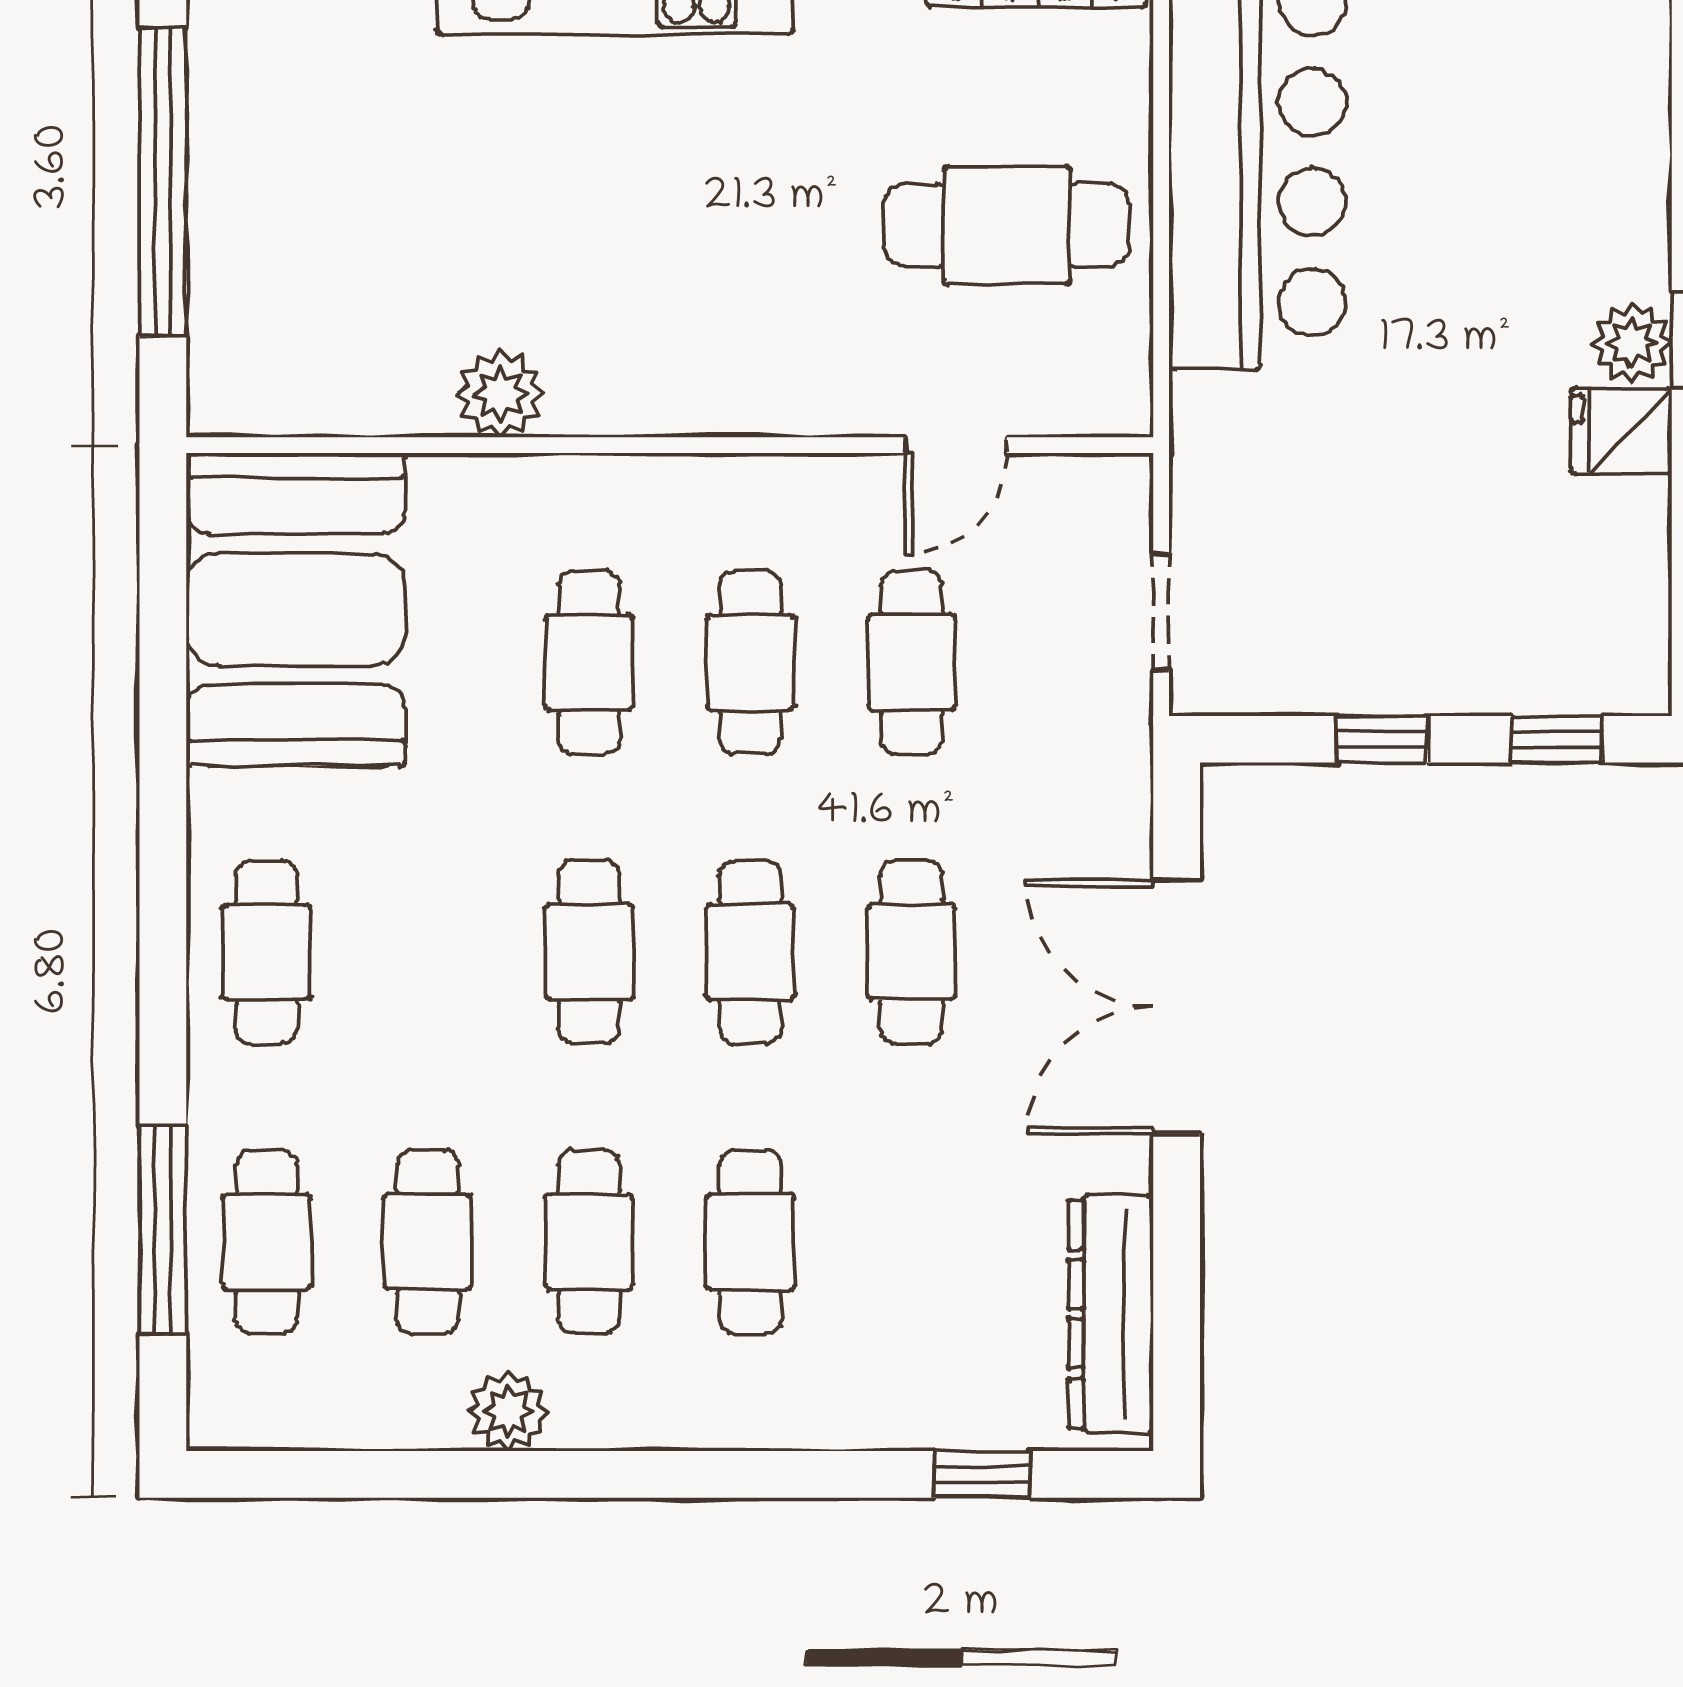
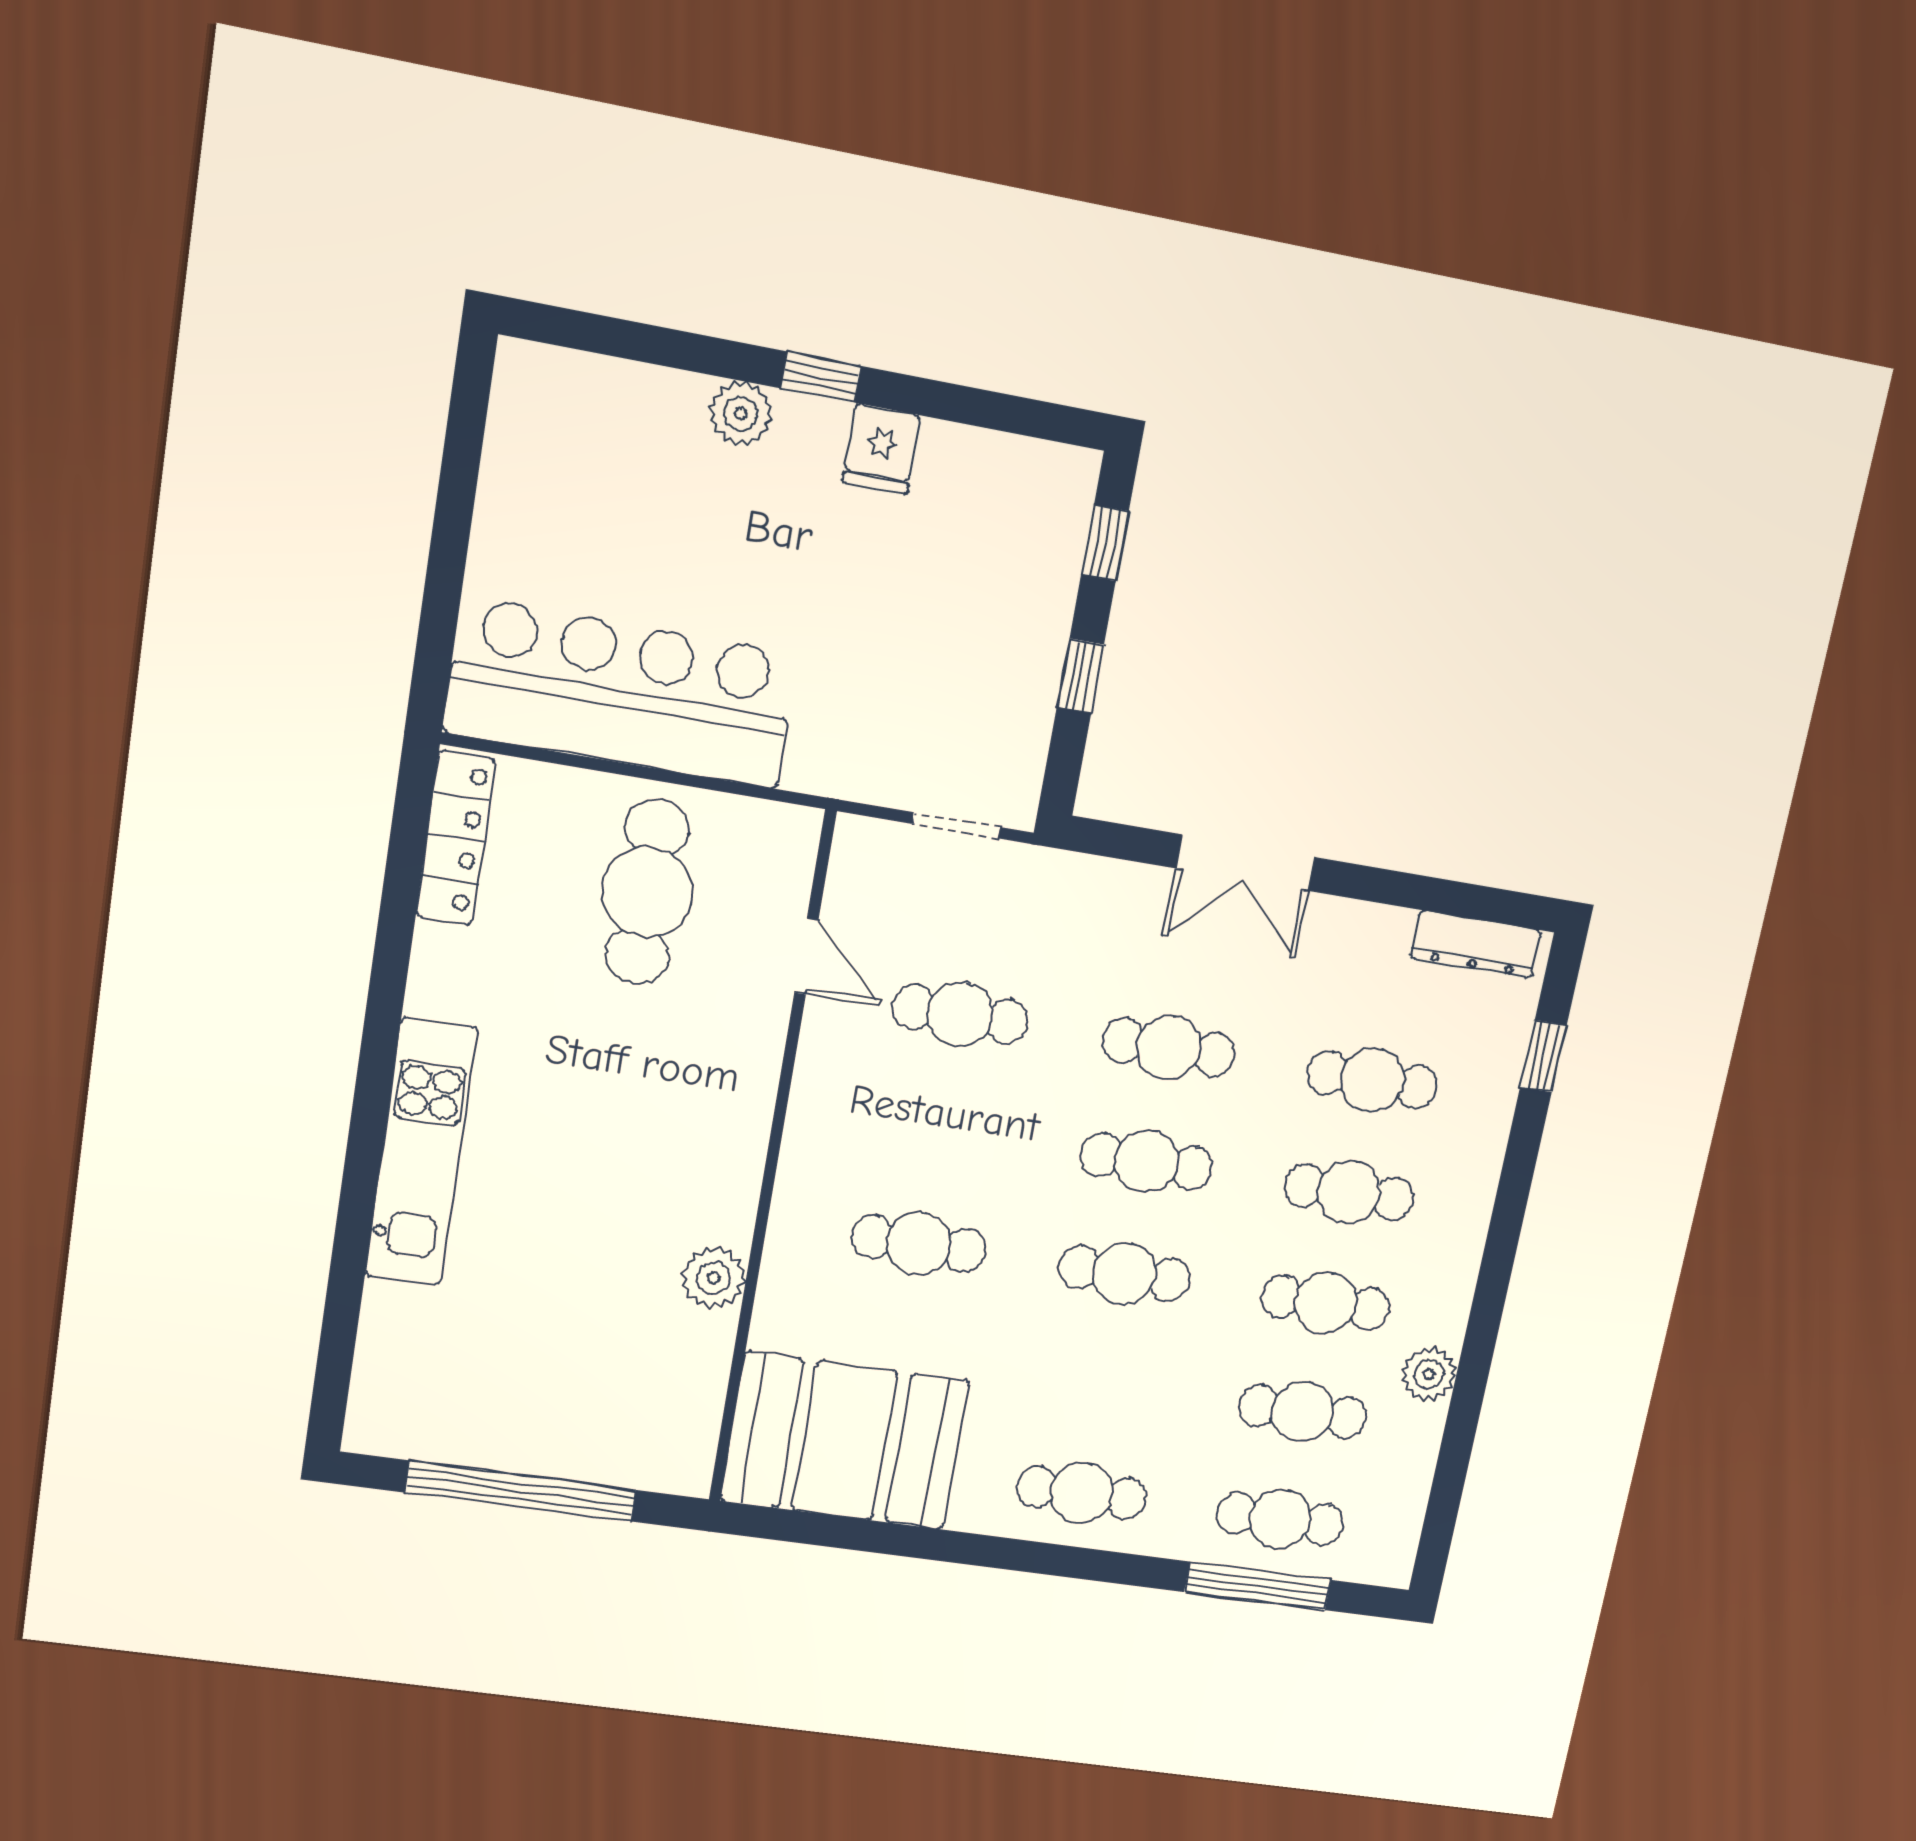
plant: (1632, 343) -> (741, 413), moved
cafe table: (750, 662) -> (1372, 1080), moved
double door: (1177, 1007) -> (1245, 863), width x0.73
dresser: (1111, 1314) -> (1476, 945), width x0.73, depth x0.80

